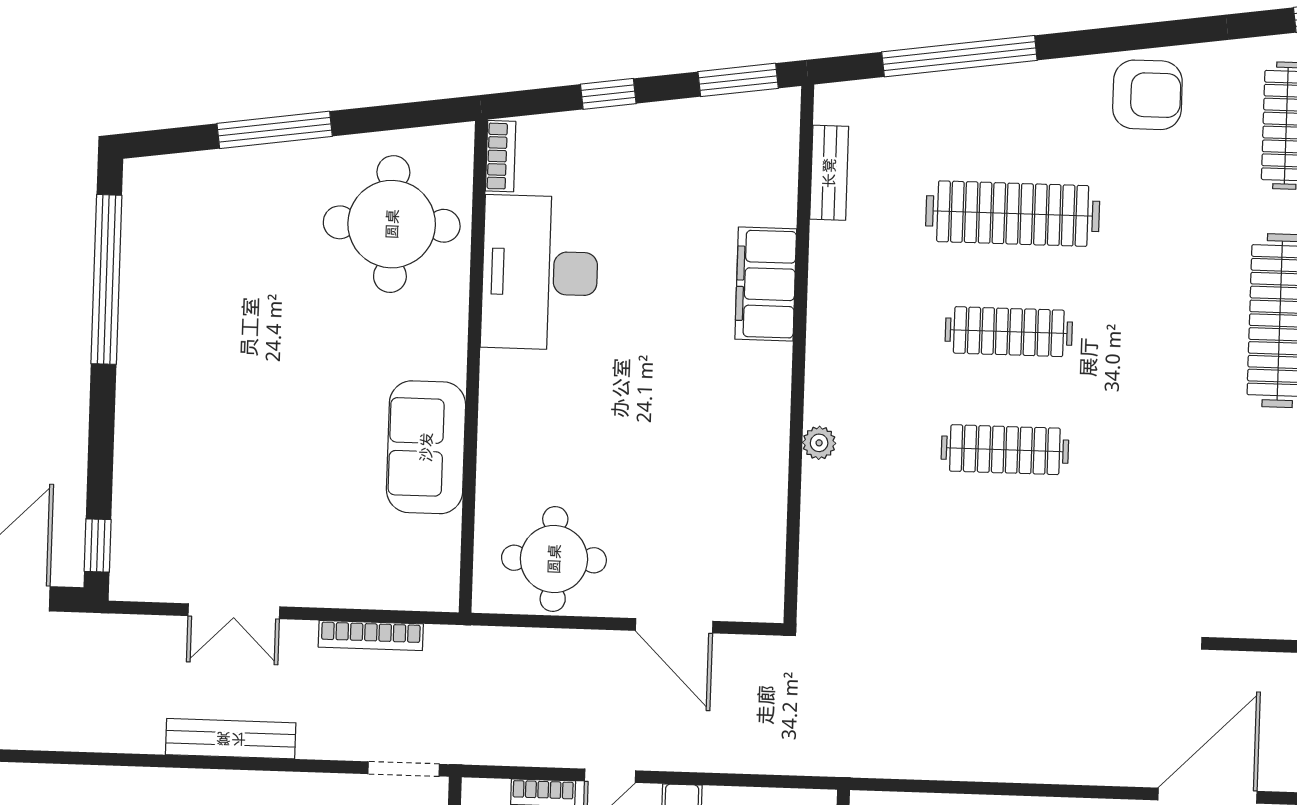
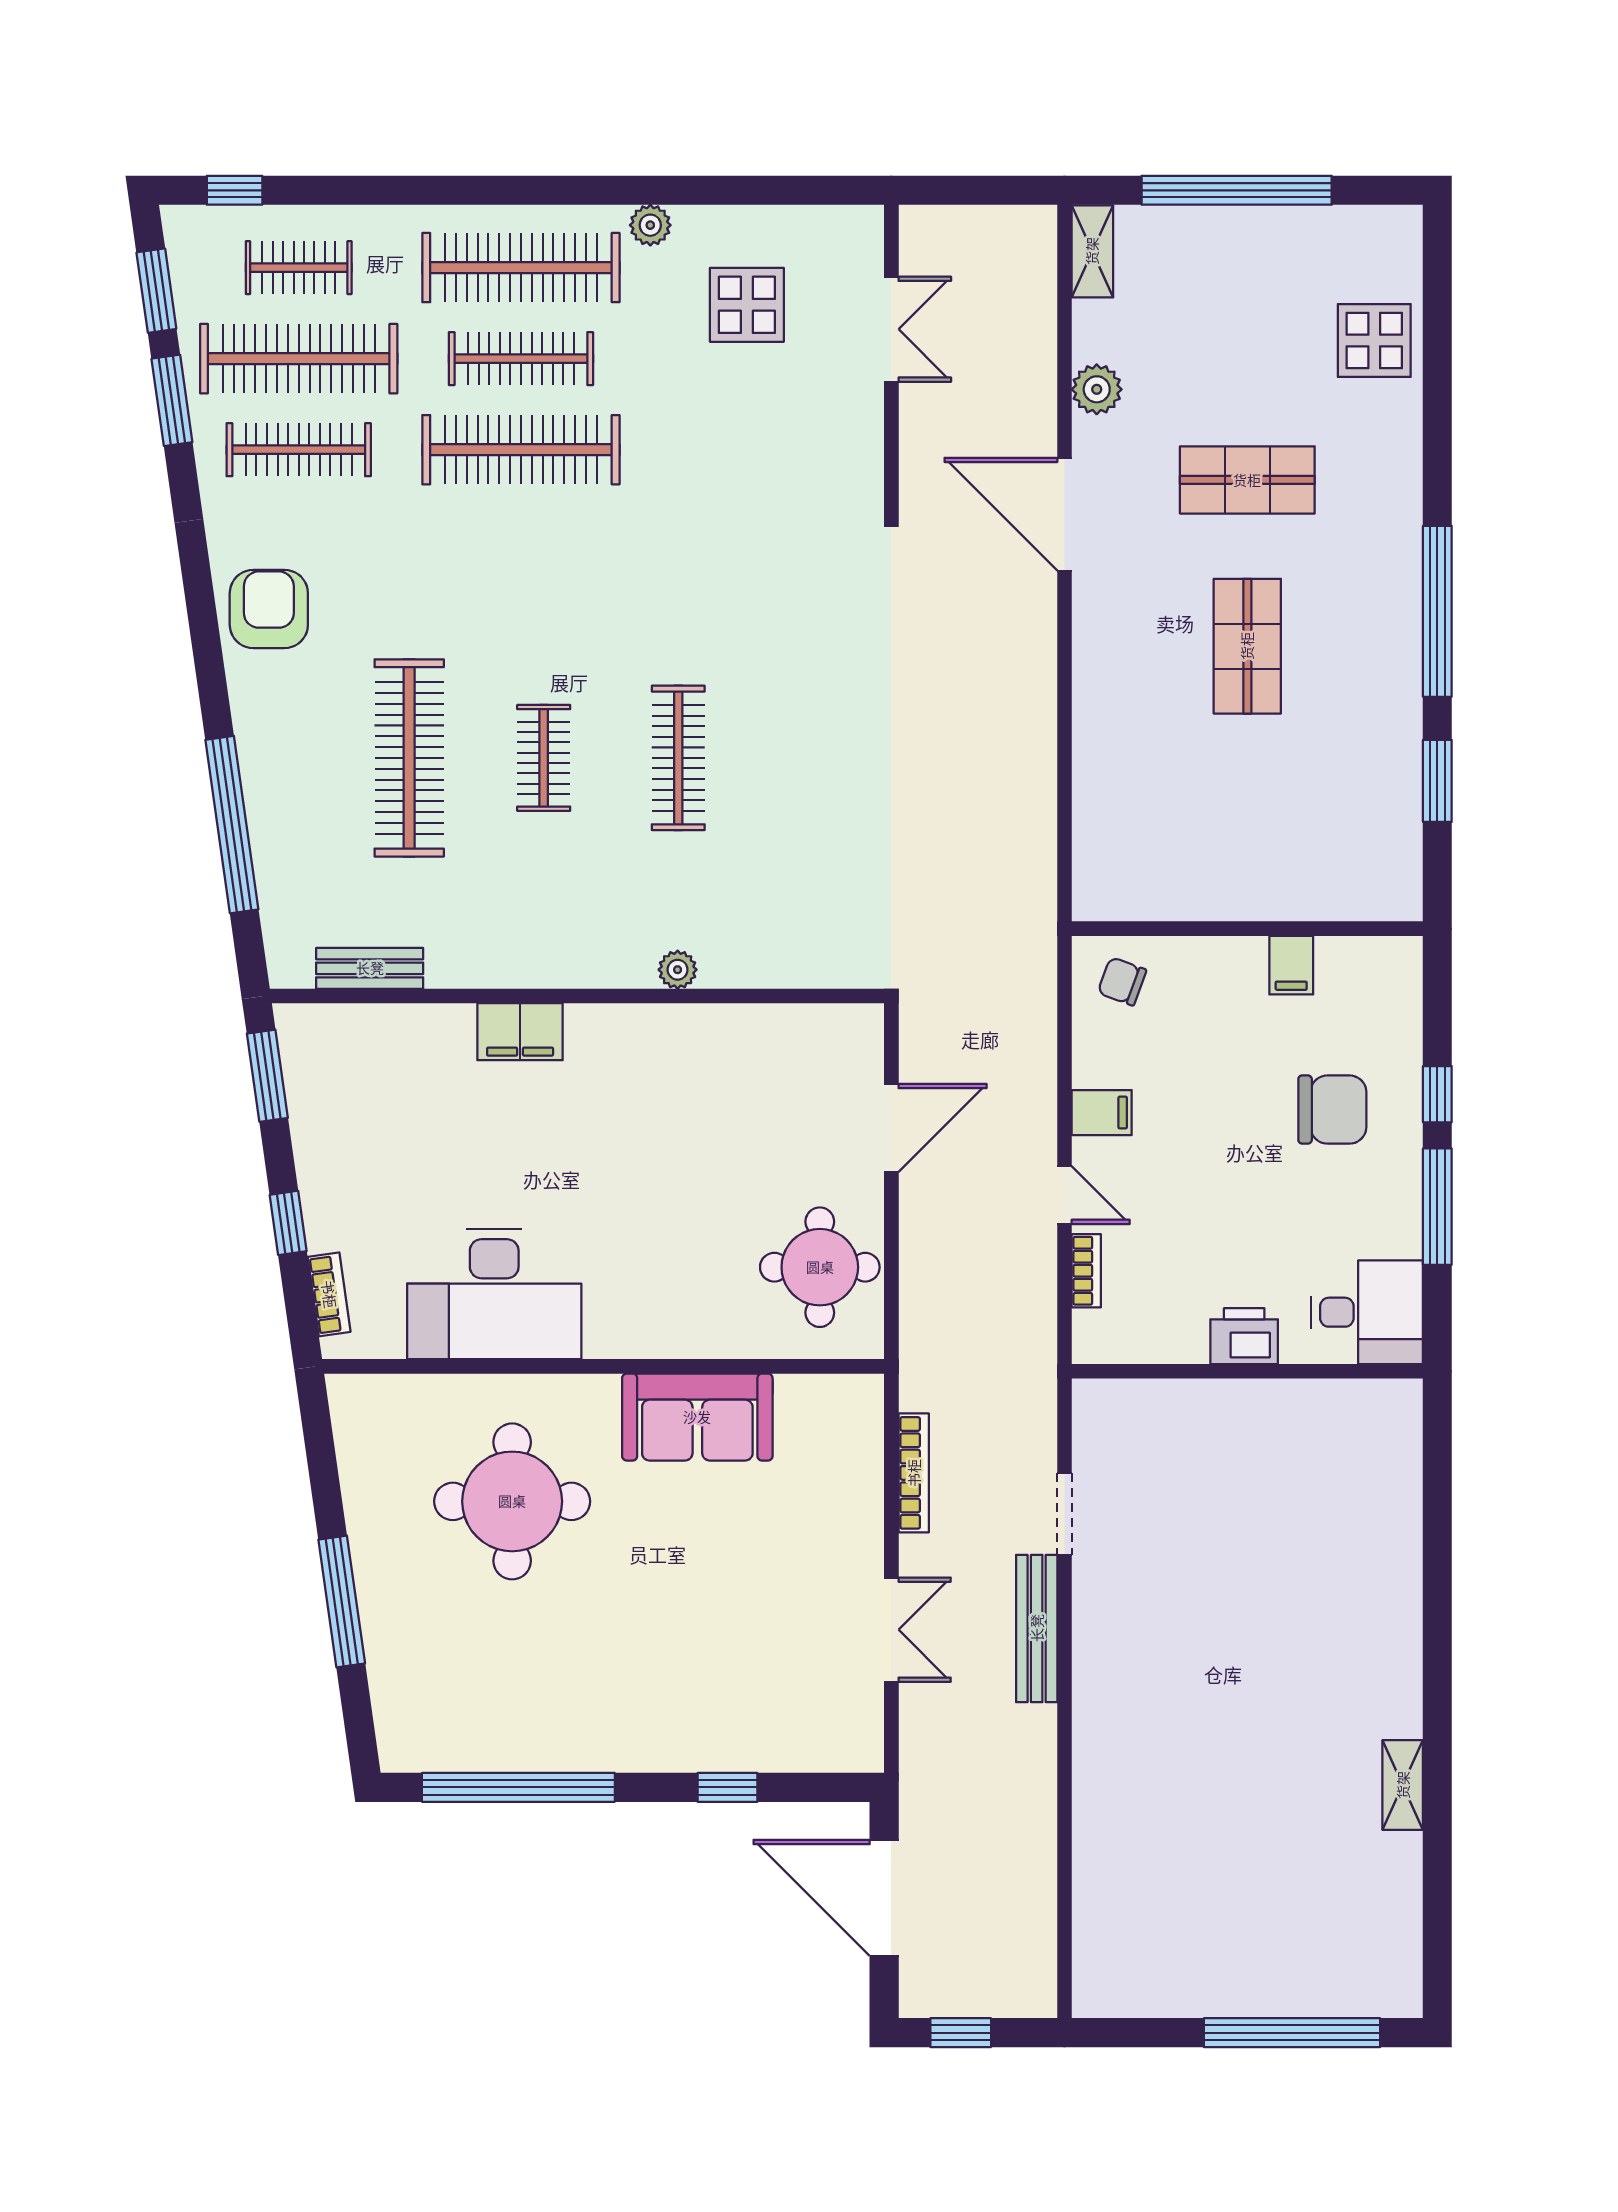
bookcase: (501, 156) -> (329, 1294), moved, turned 82
round table: (392, 224) -> (512, 1501), moved
filing cabinet: (766, 284) -> (520, 1032), width x0.67, depth x0.86
clothes rail: (1009, 332) -> (544, 758), width x0.73
window: (98, 545) -> (728, 1787), moved
doorway: (404, 769) -> (1065, 1514), moved

